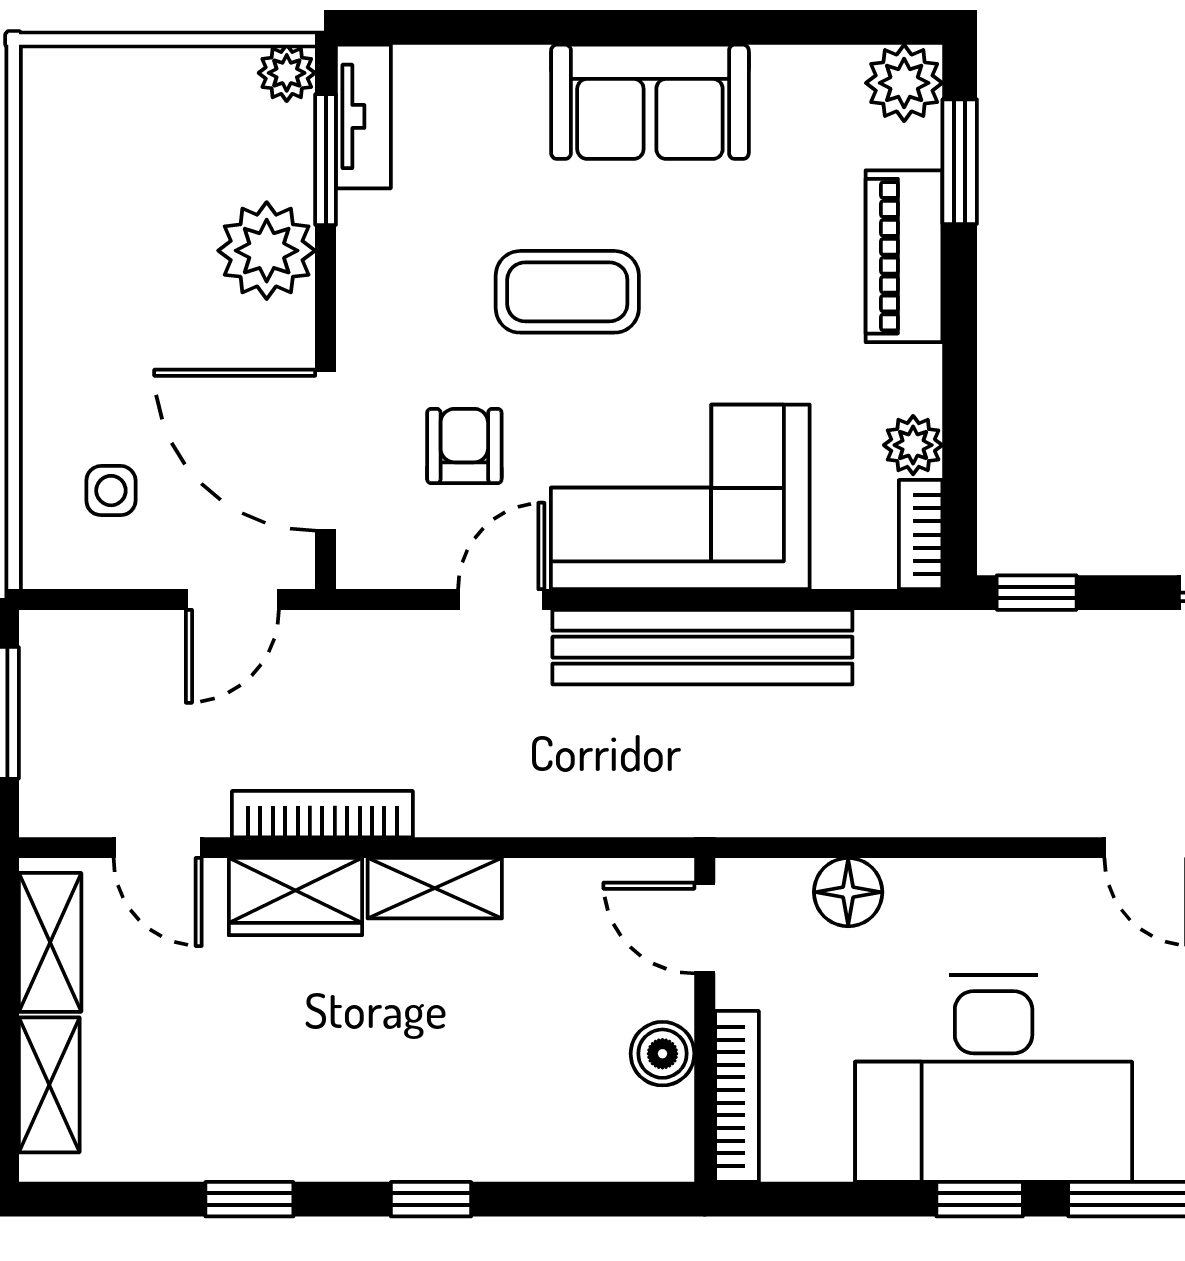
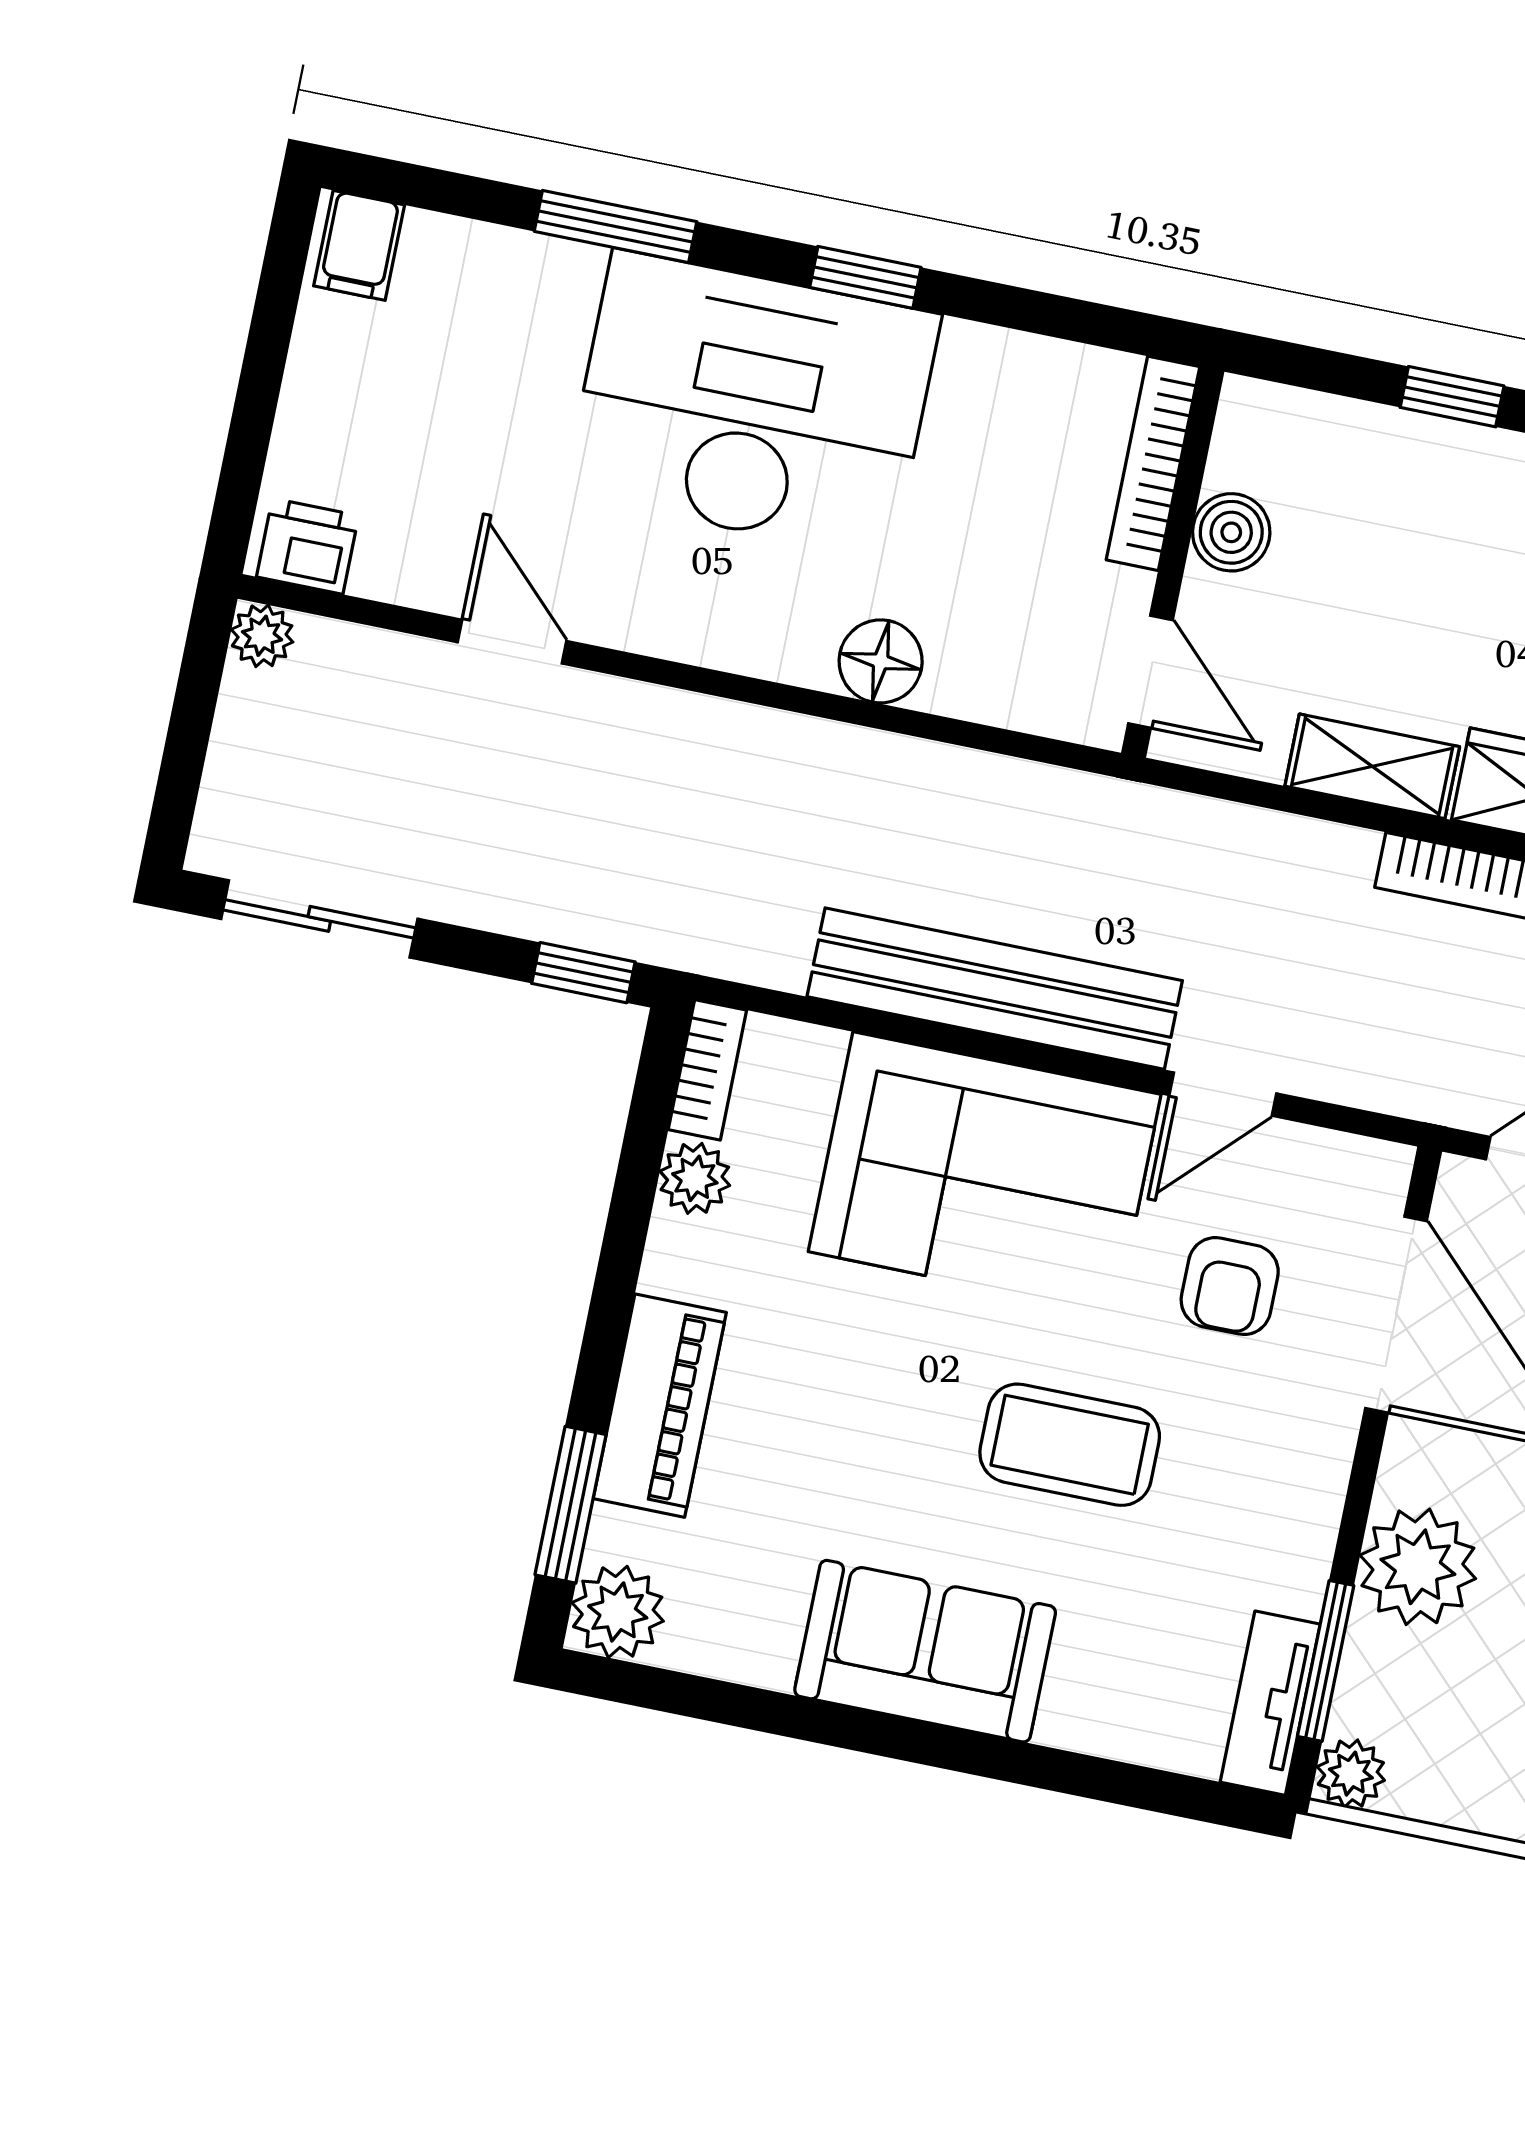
door: (705, 928) -> (1151, 672), moved
wall: (705, 1020) -> (1173, 562), moved
boiler: (662, 1054) -> (1231, 532), moved
bookcase: (737, 1096) -> (1153, 463), moved
window: (980, 1199) -> (865, 277), moved

